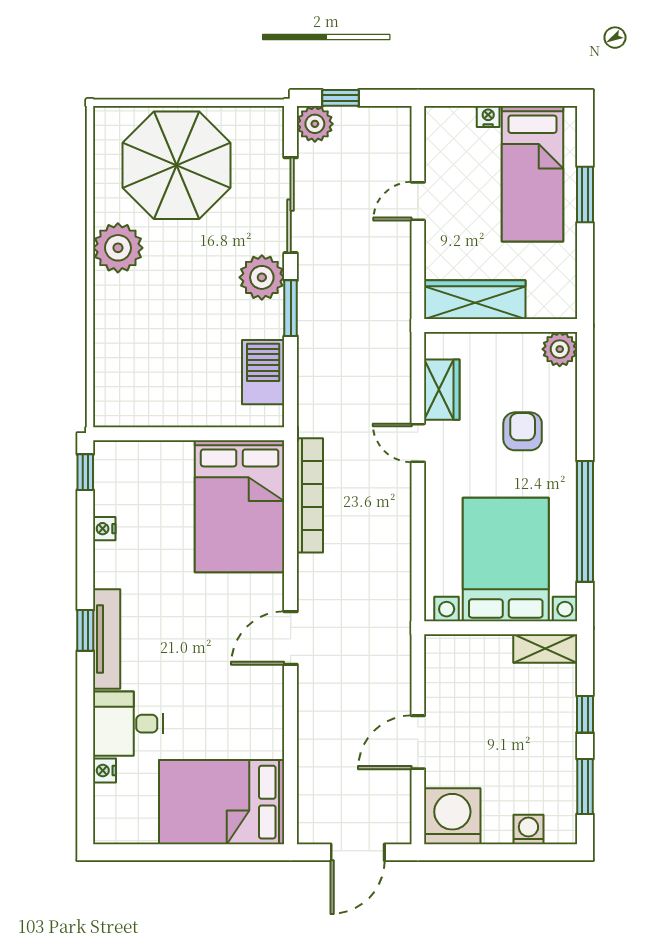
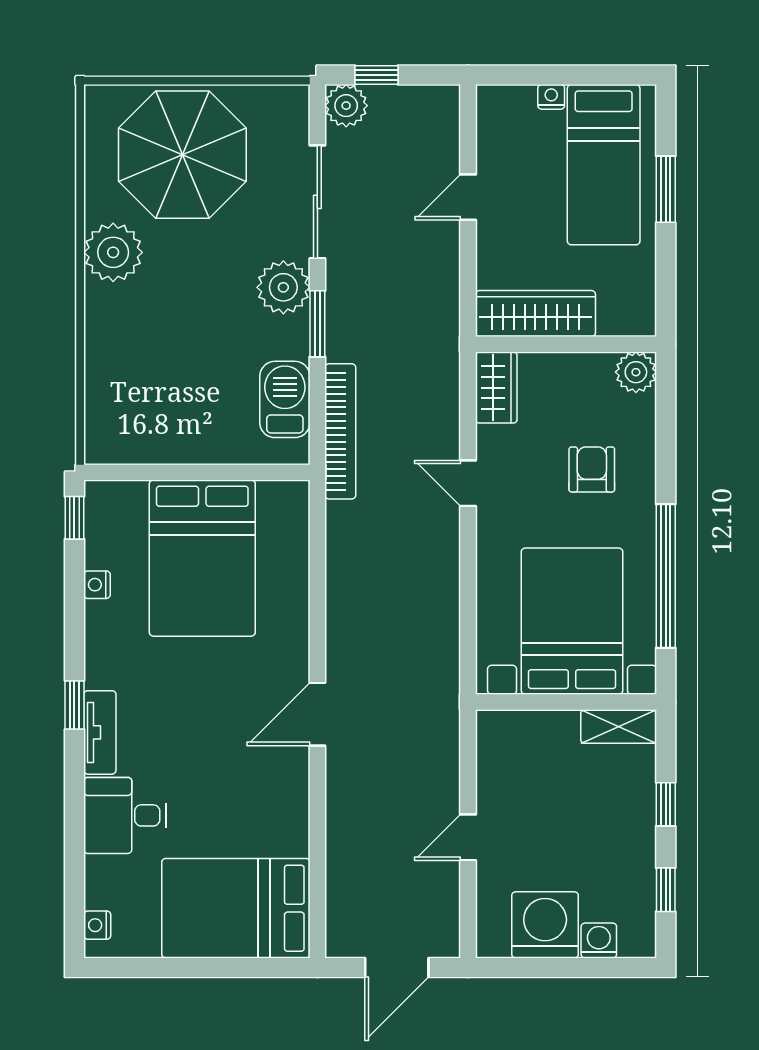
wardrobe: (442, 390) -> (496, 388), moved
bookcase: (310, 495) -> (340, 431), moved
bed: (240, 506) -> (202, 558), moved
tv unit: (107, 639) -> (100, 732), width x0.71
door: (418, 742) -> (468, 837), width x0.73
nightstand: (105, 771) -> (97, 925), moved
window: (585, 787) -> (666, 890), width x0.67
washing machine: (452, 816) -> (545, 925), moved

